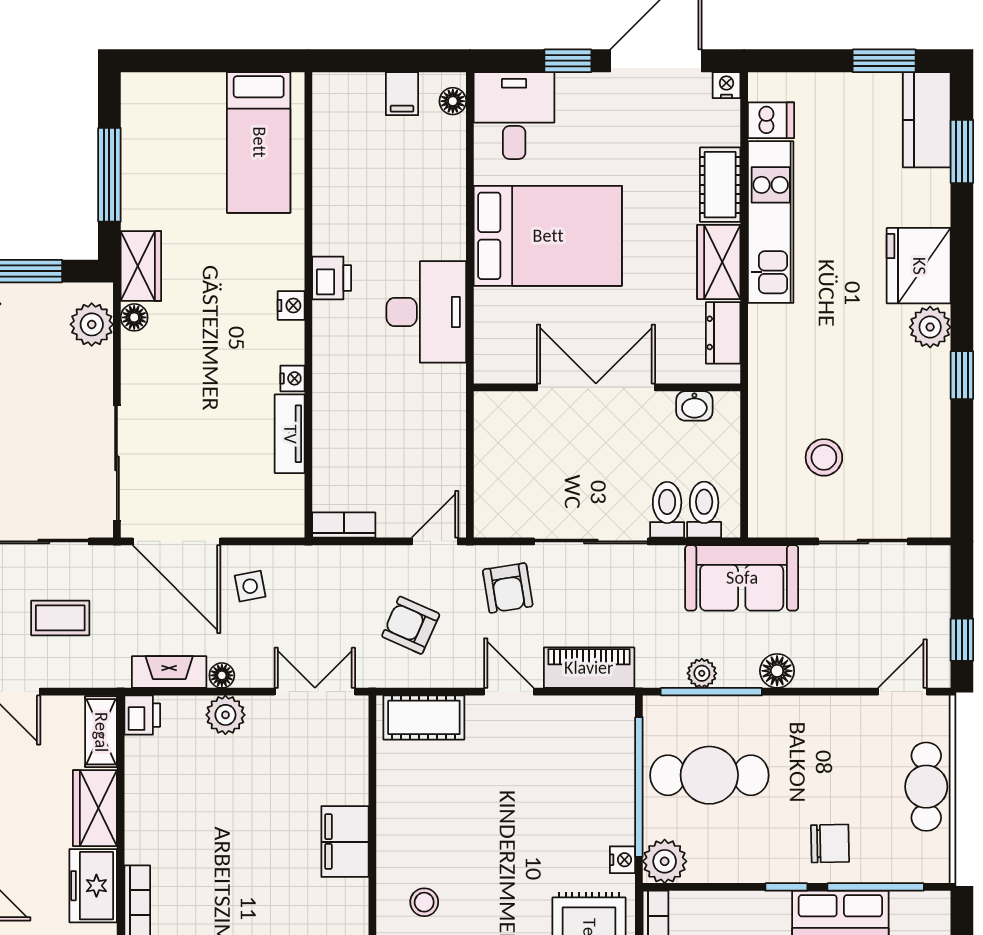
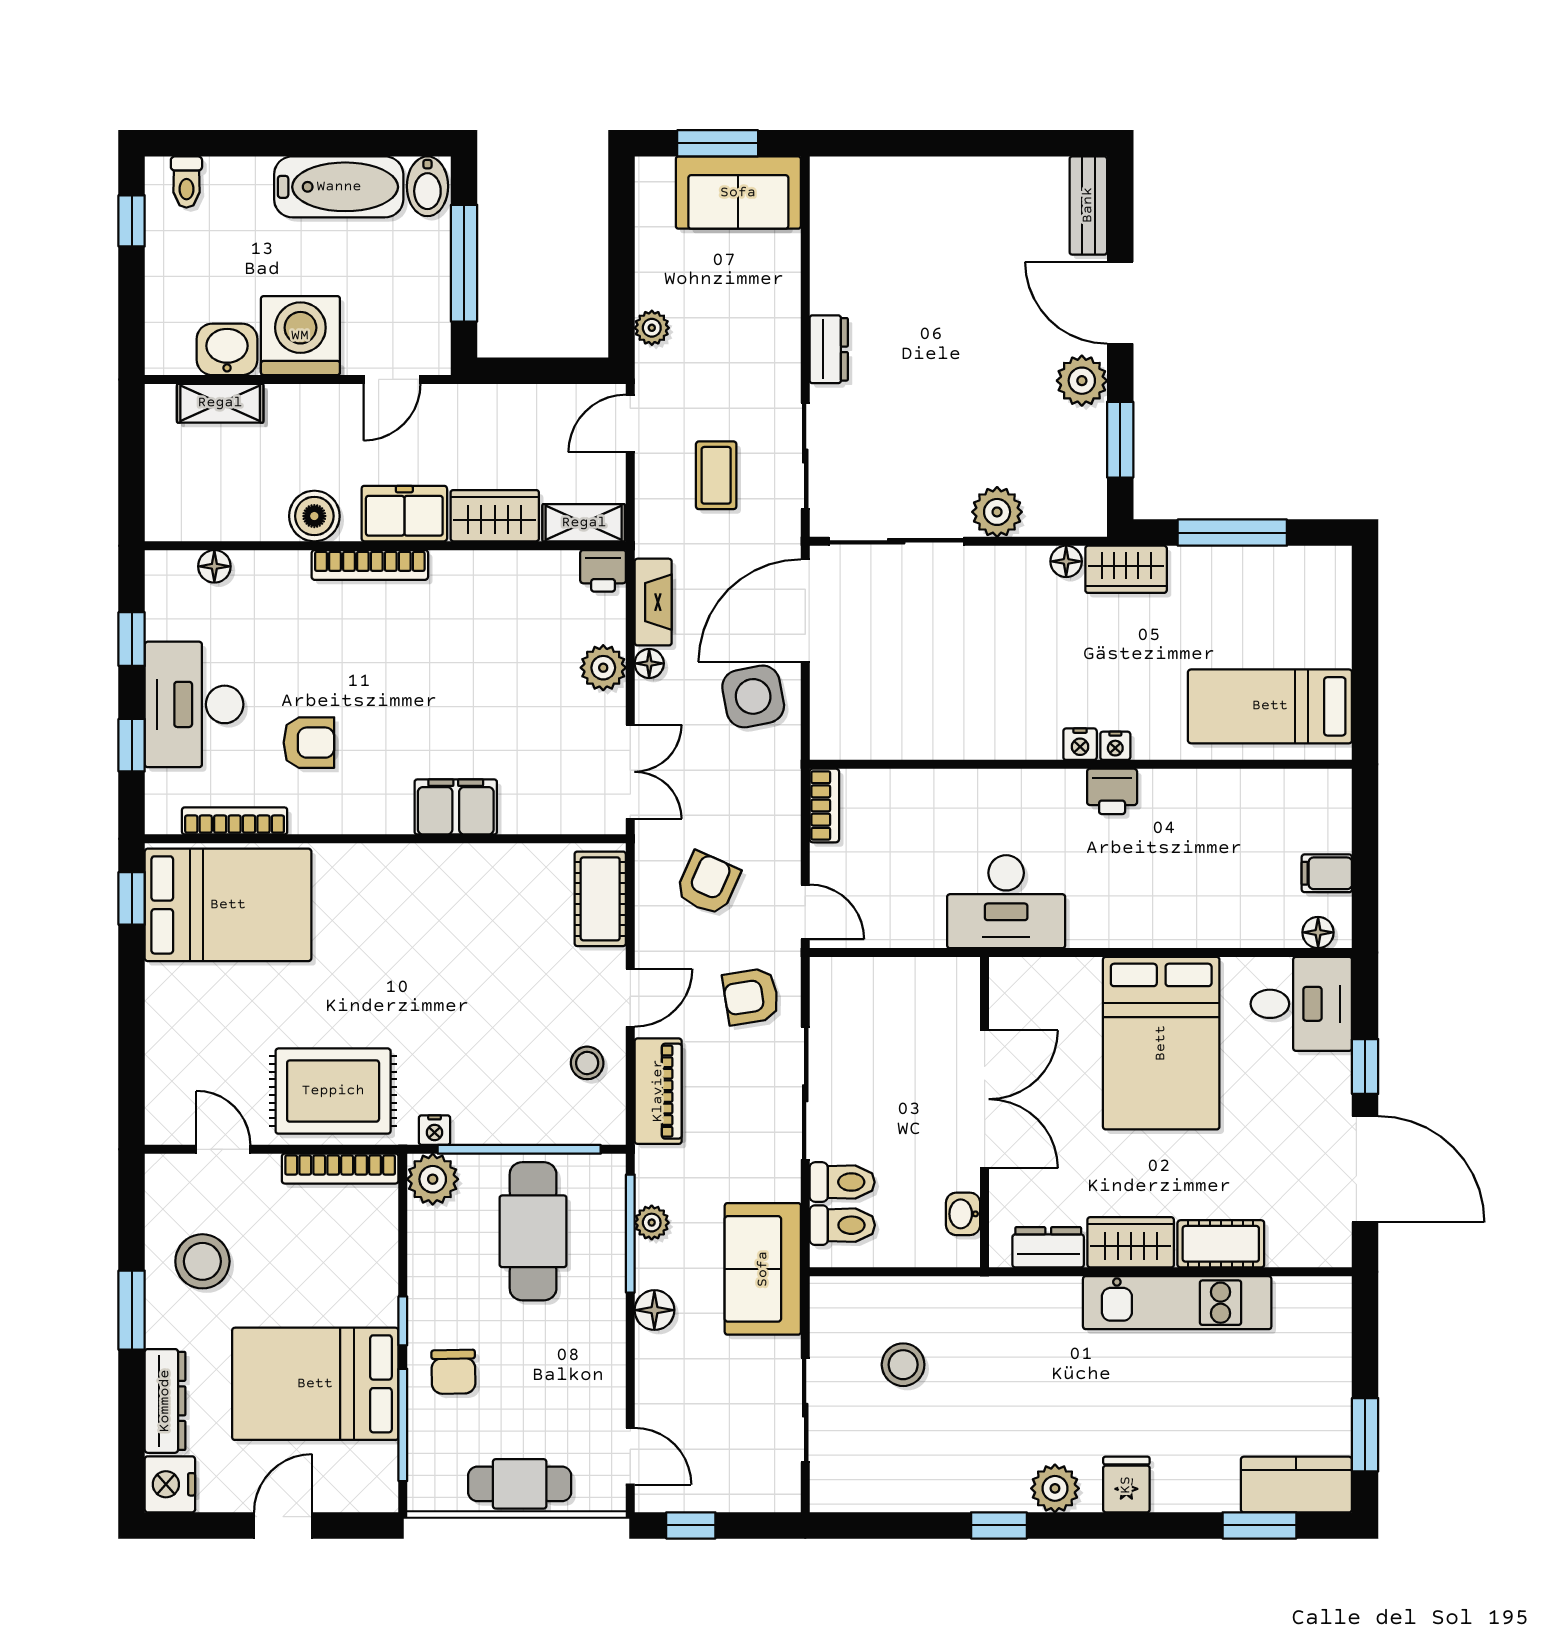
nightstand: (726, 85) -> (1337, 1251), removed
dishwasher: (771, 120) -> (1296, 1303), removed
fridge: (919, 266) -> (1126, 1485), width x0.53, depth x0.75
desk: (426, 312) -> (1006, 902), moved
plant: (92, 324) -> (997, 512), moved
nightstand: (293, 378) -> (1115, 746), moved
tv unit: (290, 434) -> (931, 743), removed
side table: (250, 586) -> (753, 696), width x1.87, depth x1.87
stool: (424, 902) -> (587, 1063), moved

